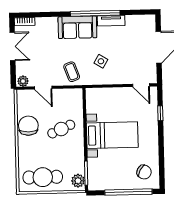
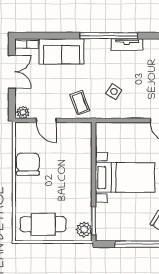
sofa: (77, 27) -> (62, 51), moved
cafe table: (61, 129) -> (66, 169), removed

